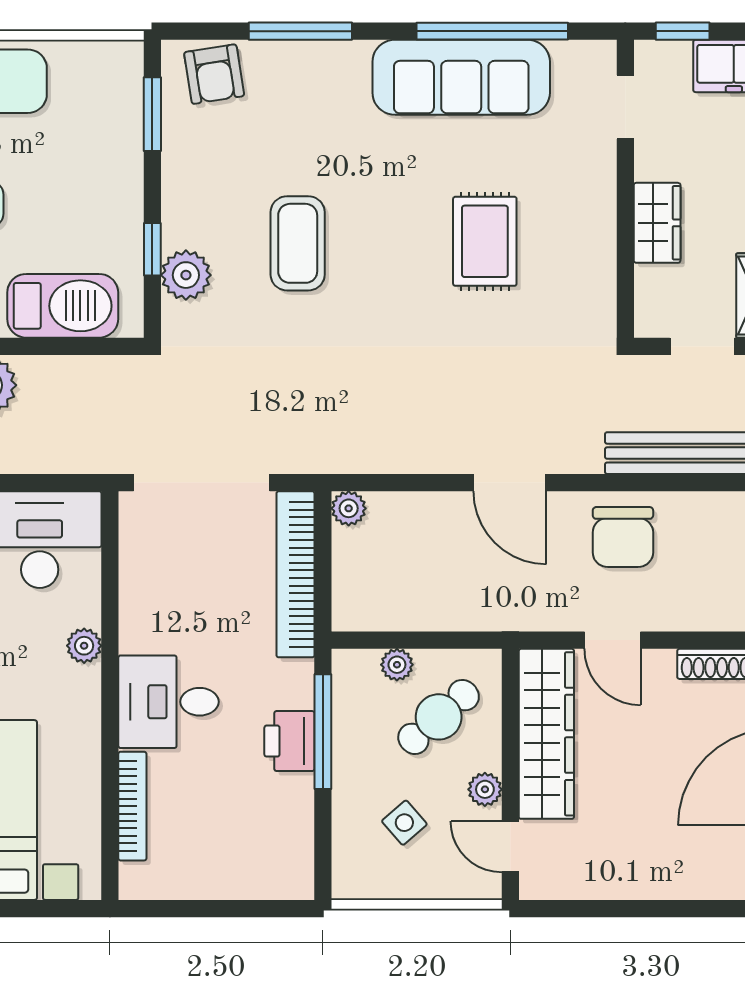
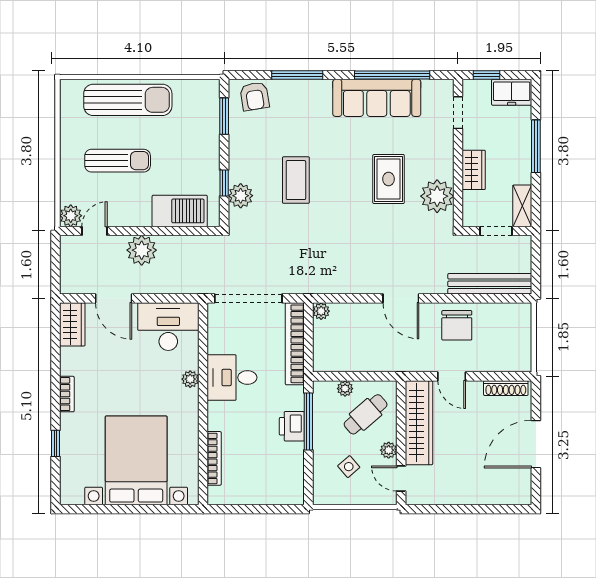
plant: (583, 276) -> (437, 196), added
desk: (168, 702) -> (232, 378), moved

